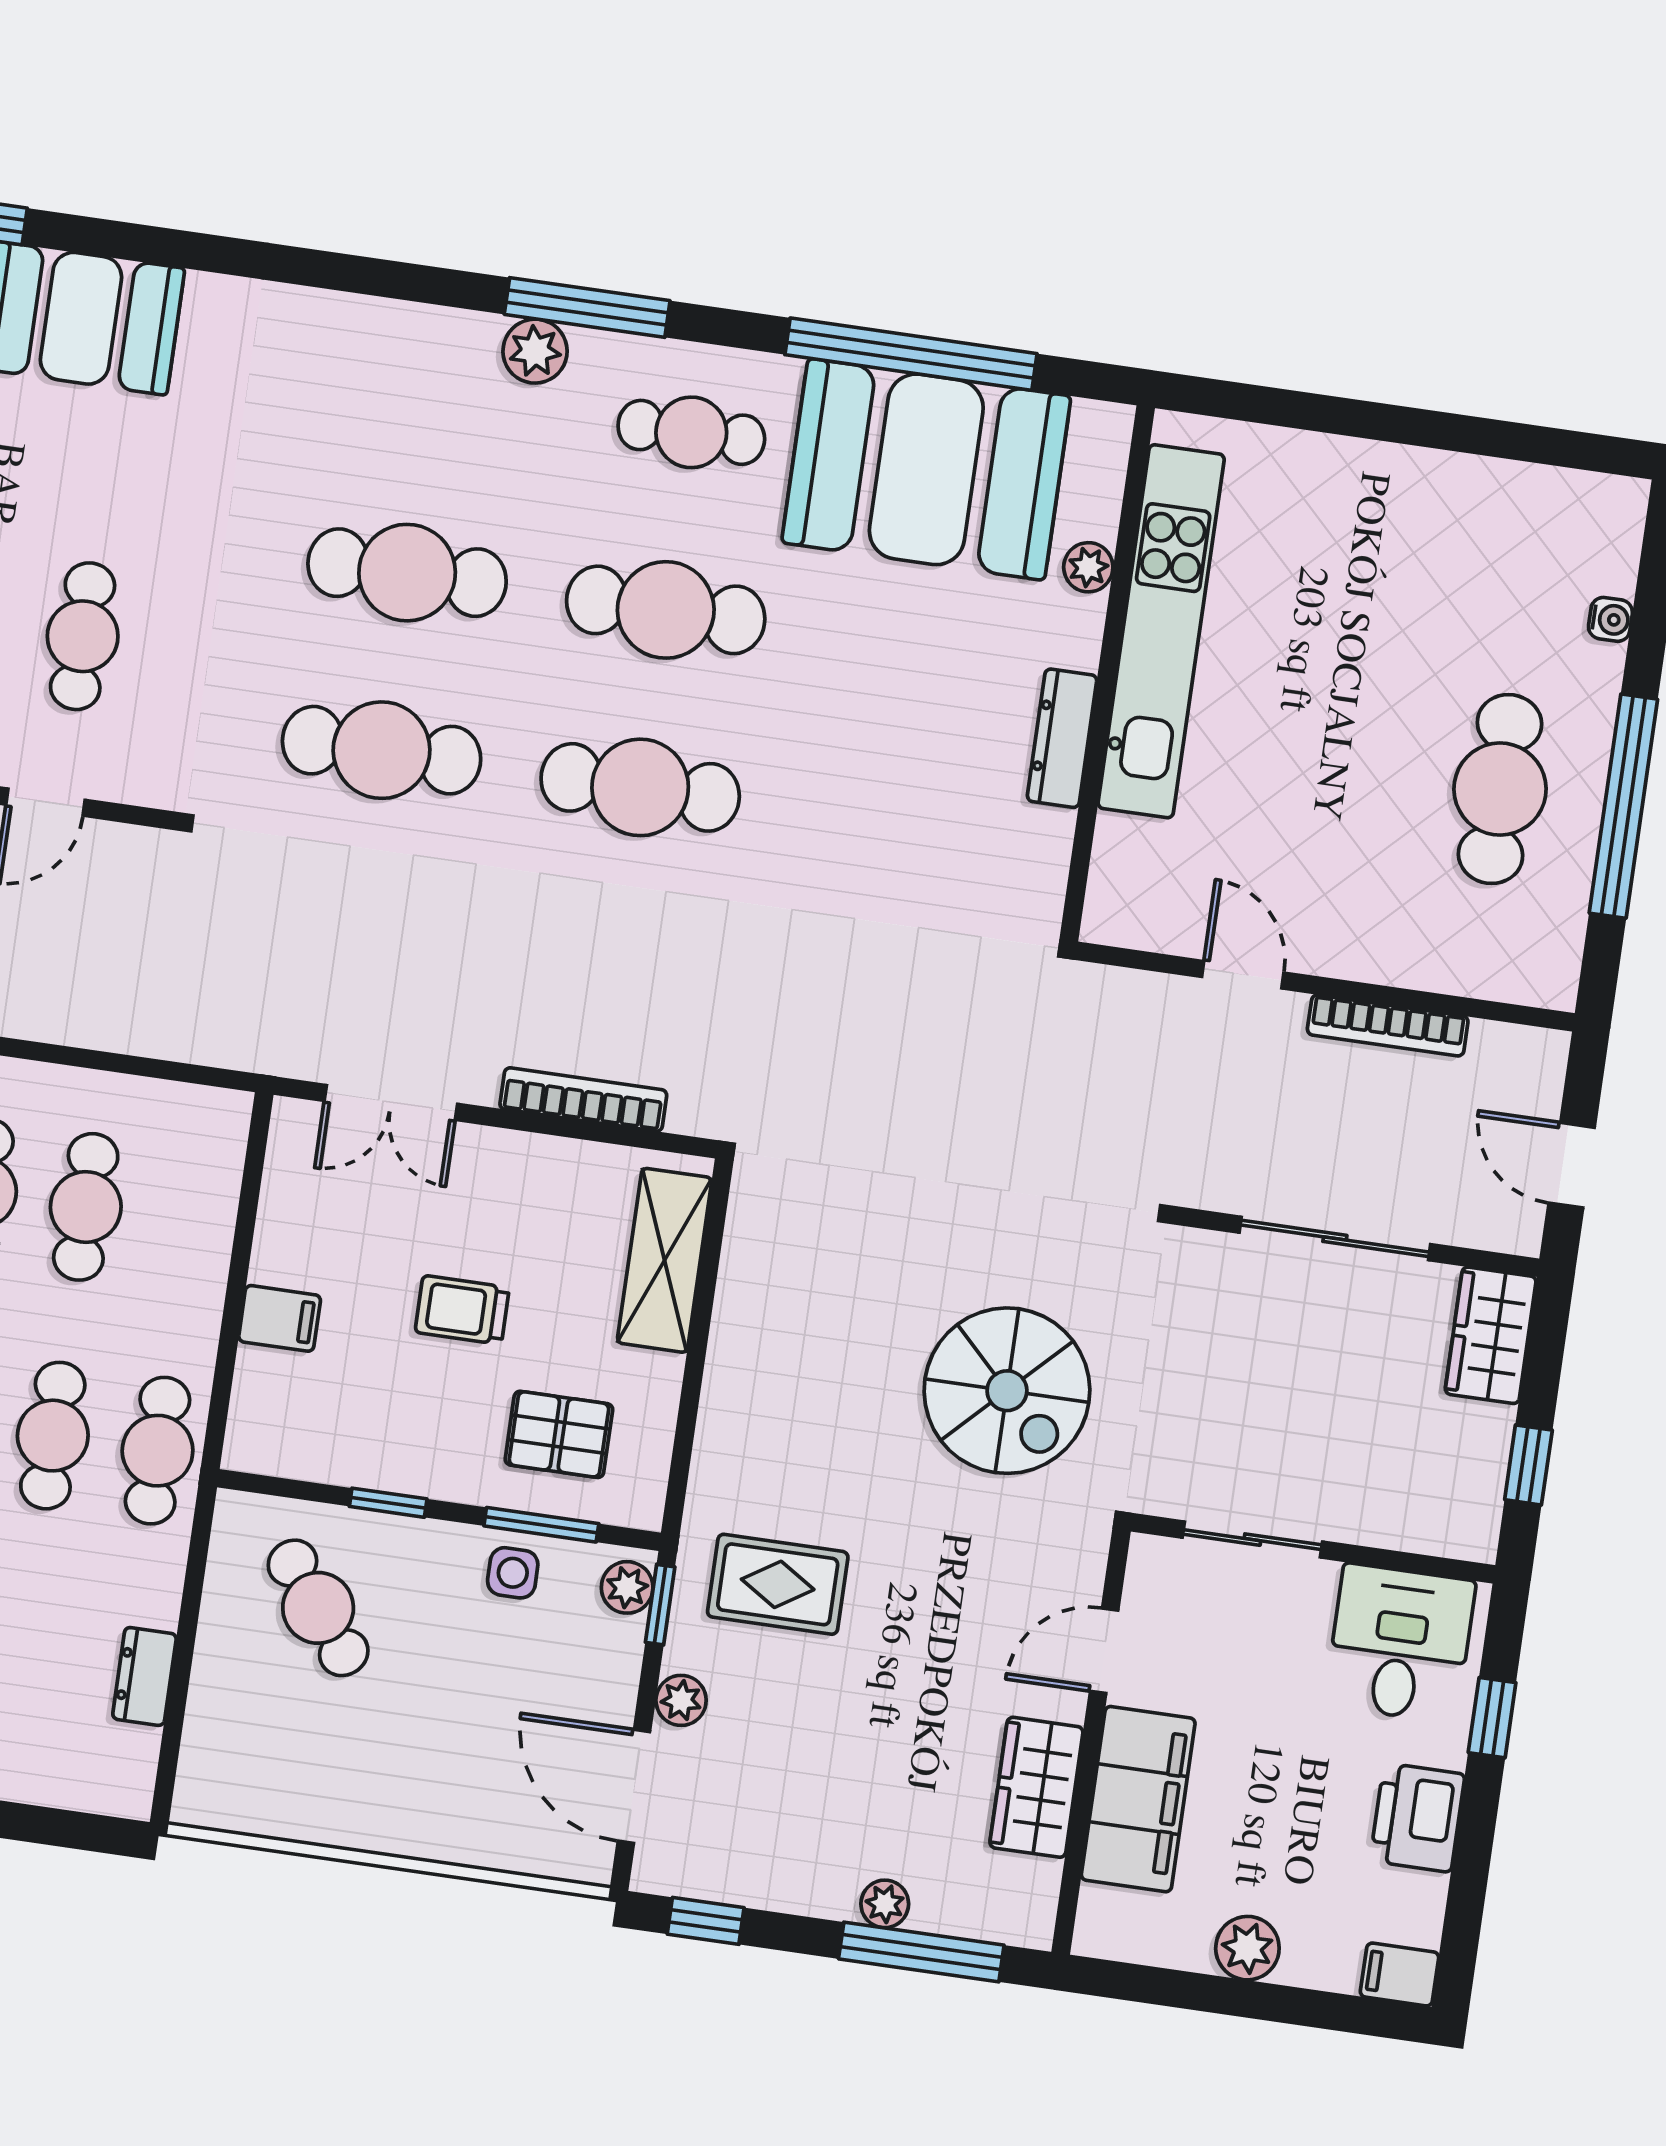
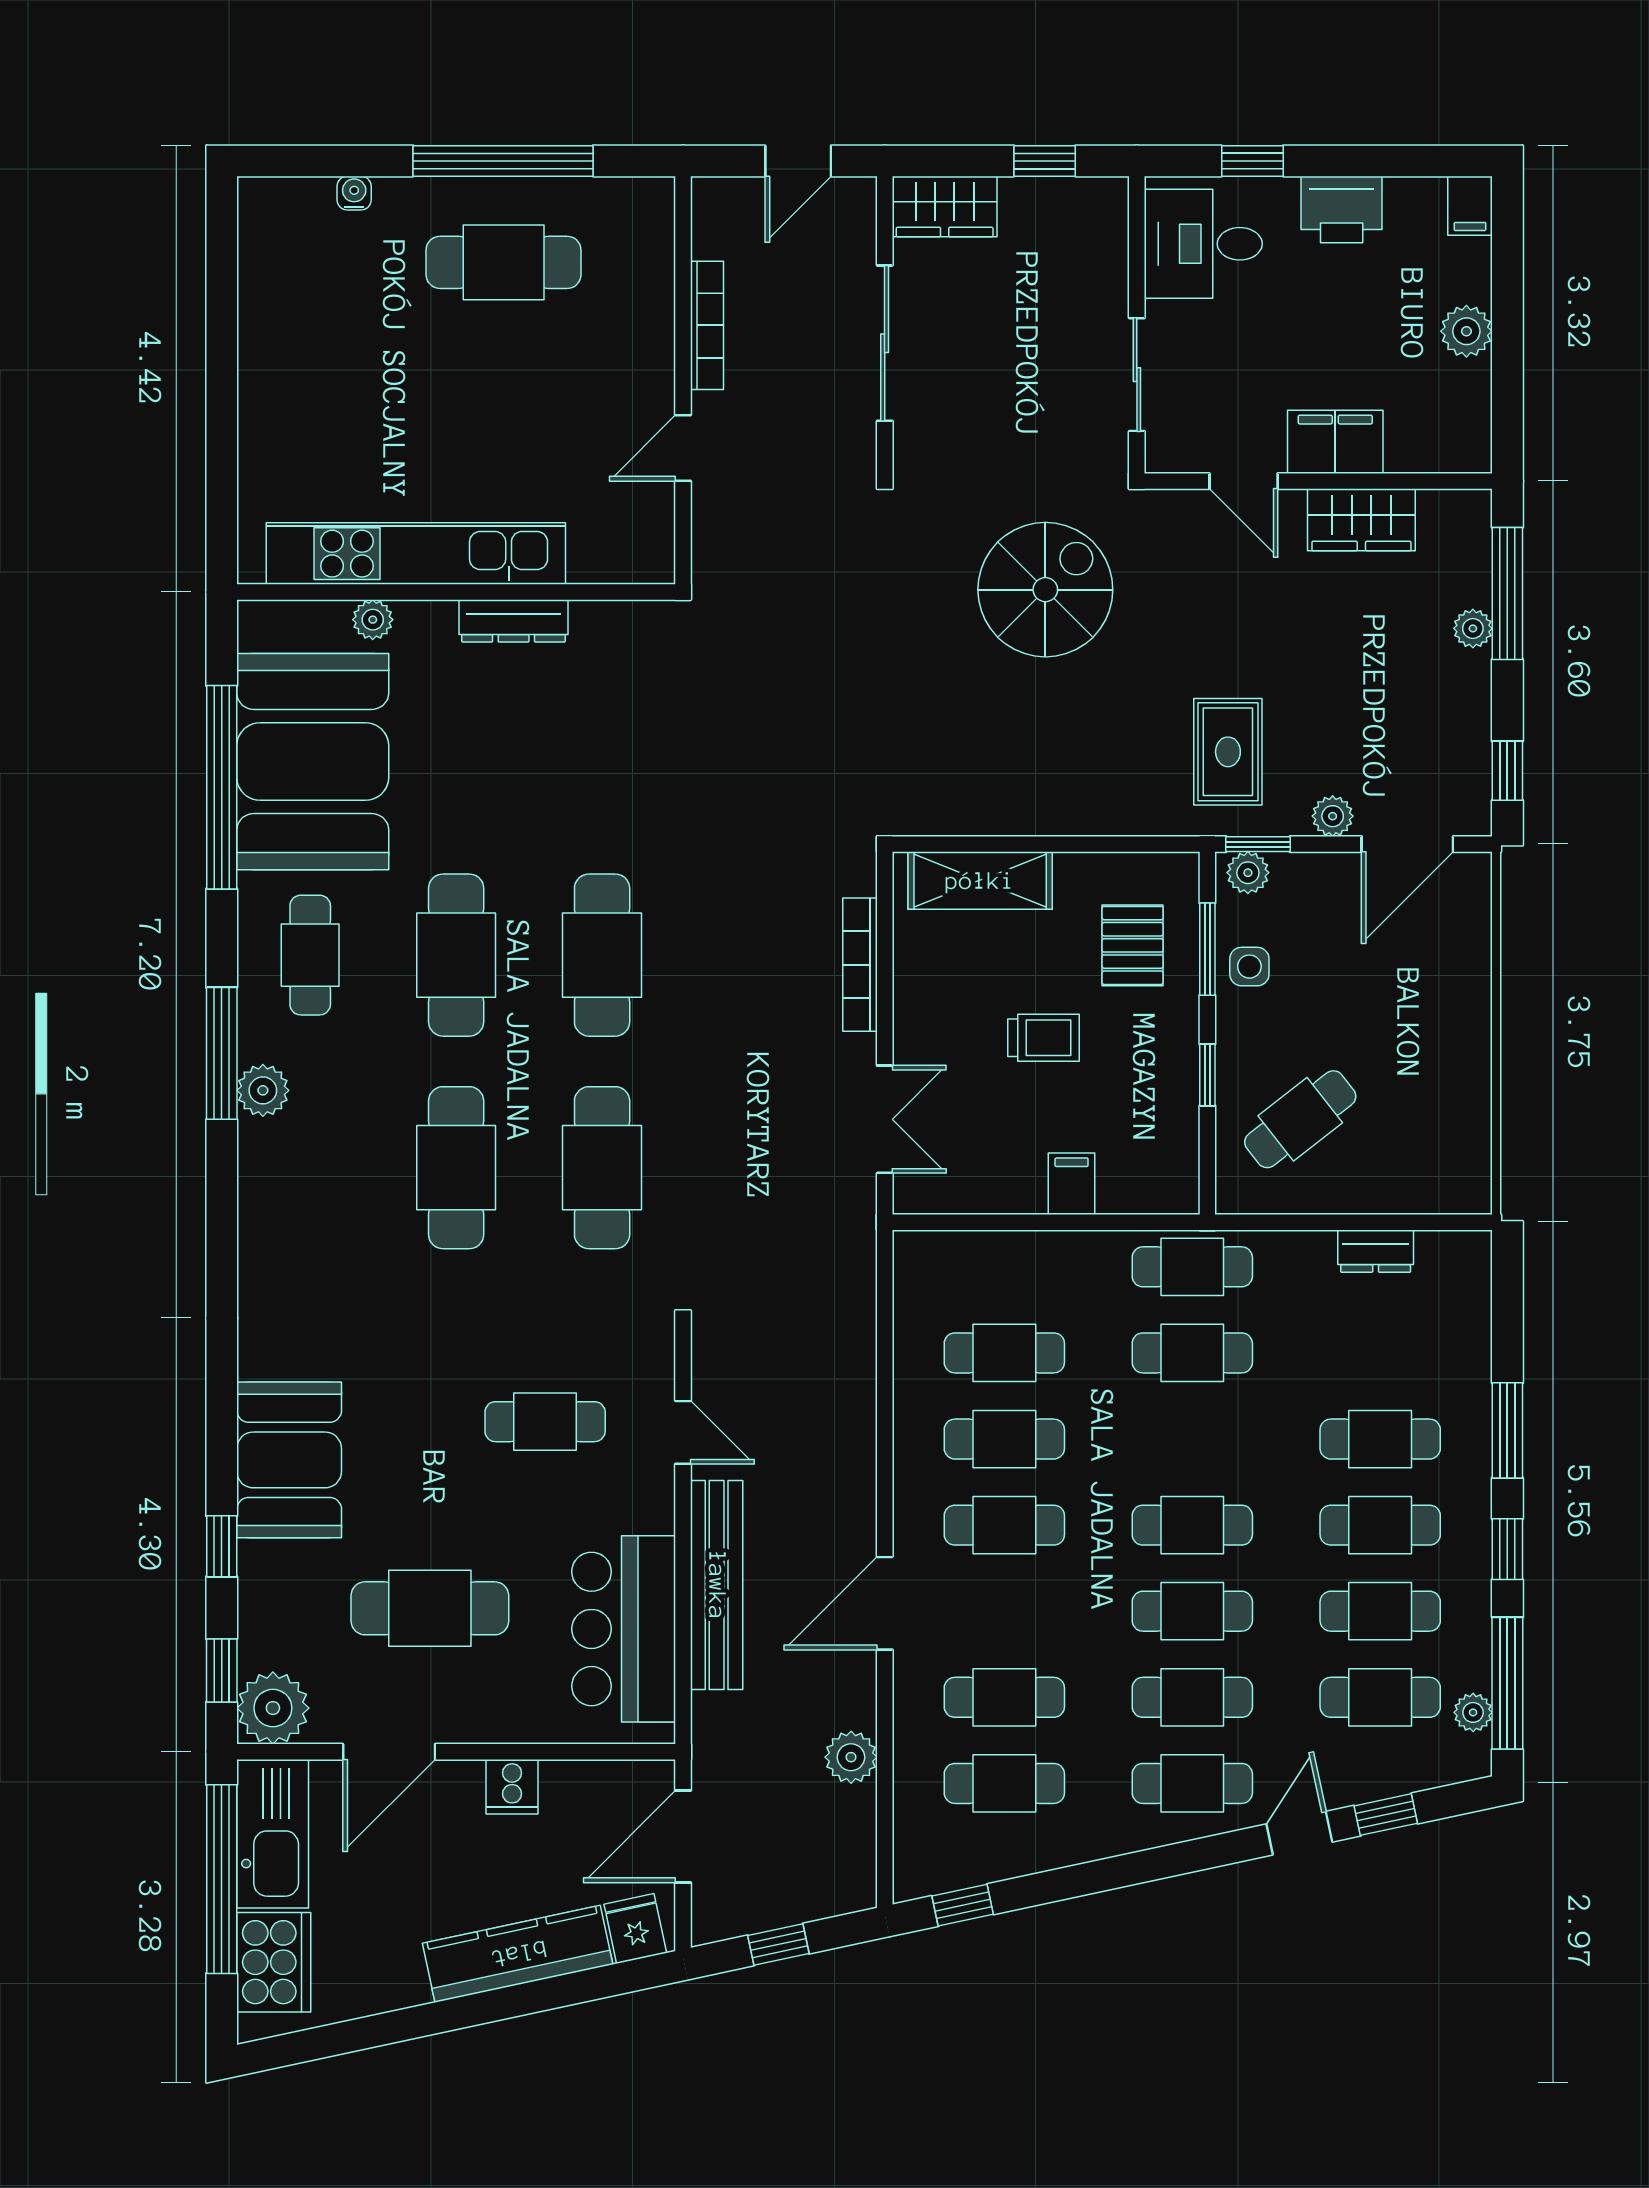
trolley: (462, 1310) -> (1044, 1038), turned -90
filing cabinet: (1138, 1799) -> (1335, 442), width x0.67, depth x0.86

